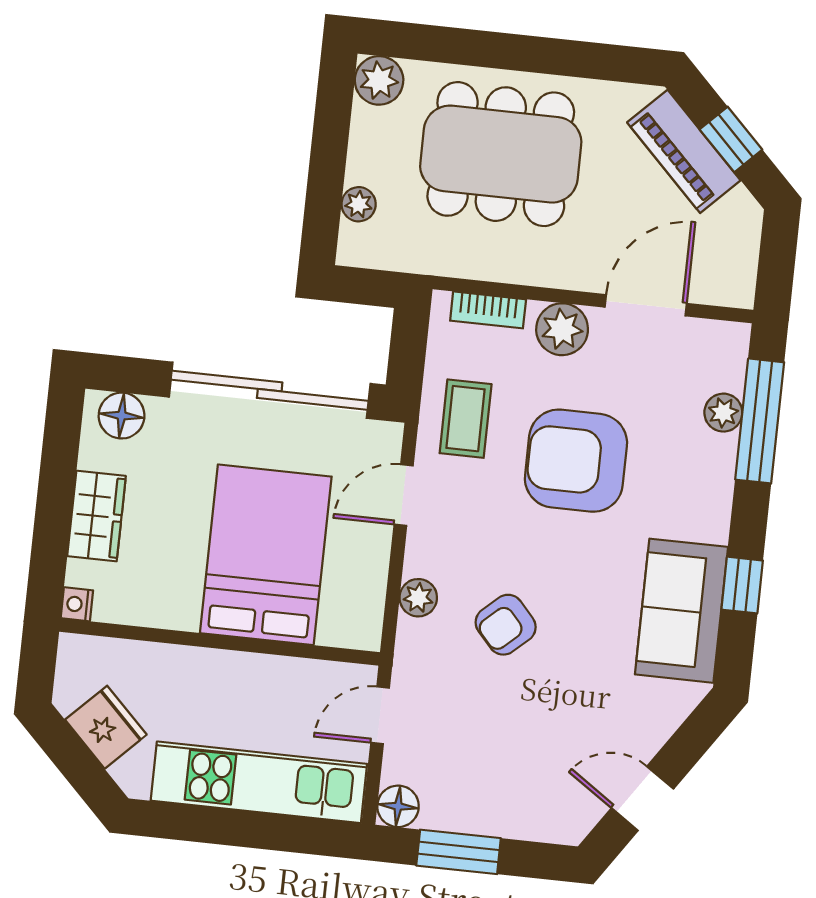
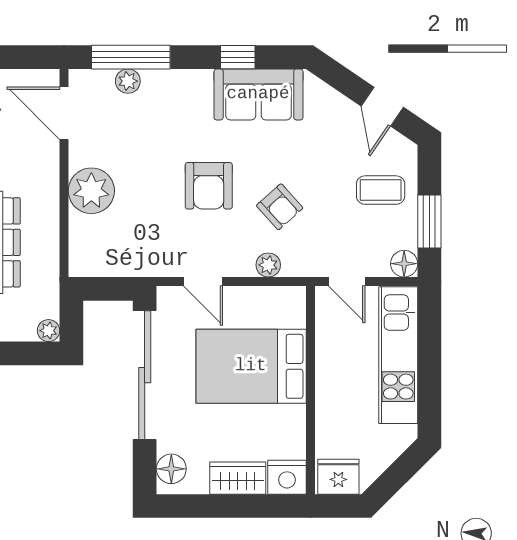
plant: (359, 204) -> (48, 331), moved
door: (646, 305) -> (64, 113), moved
bookcase: (488, 310) -> (78, 240), removed
plant: (562, 329) -> (91, 191), width x1.36, depth x1.36
coffee table: (466, 419) -> (381, 190), moved
armchair: (576, 461) -> (209, 186), moved, width x0.73, depth x0.73
nightstand: (77, 604) -> (287, 477), width x1.89, depth x1.79
fridge: (106, 727) -> (338, 477), moved, turned 45

